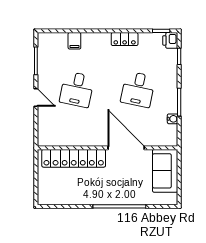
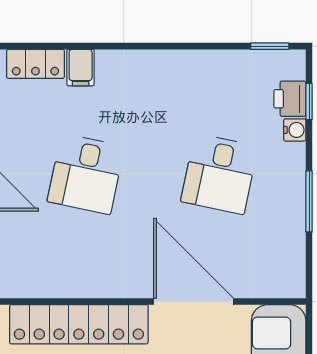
locker: (125, 39) -> (35, 64), moved
printer: (170, 40) -> (290, 99), moved
water cooler: (173, 119) -> (295, 130), moved

